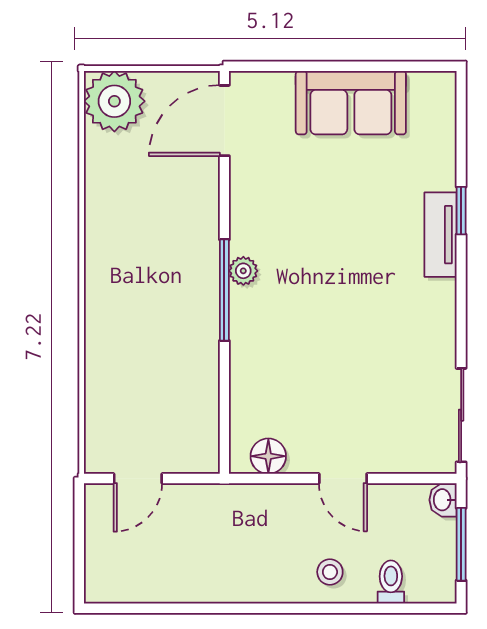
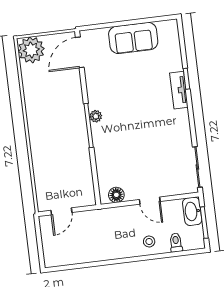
washbasin: (443, 500) -> (192, 211), width x1.91, depth x1.45

